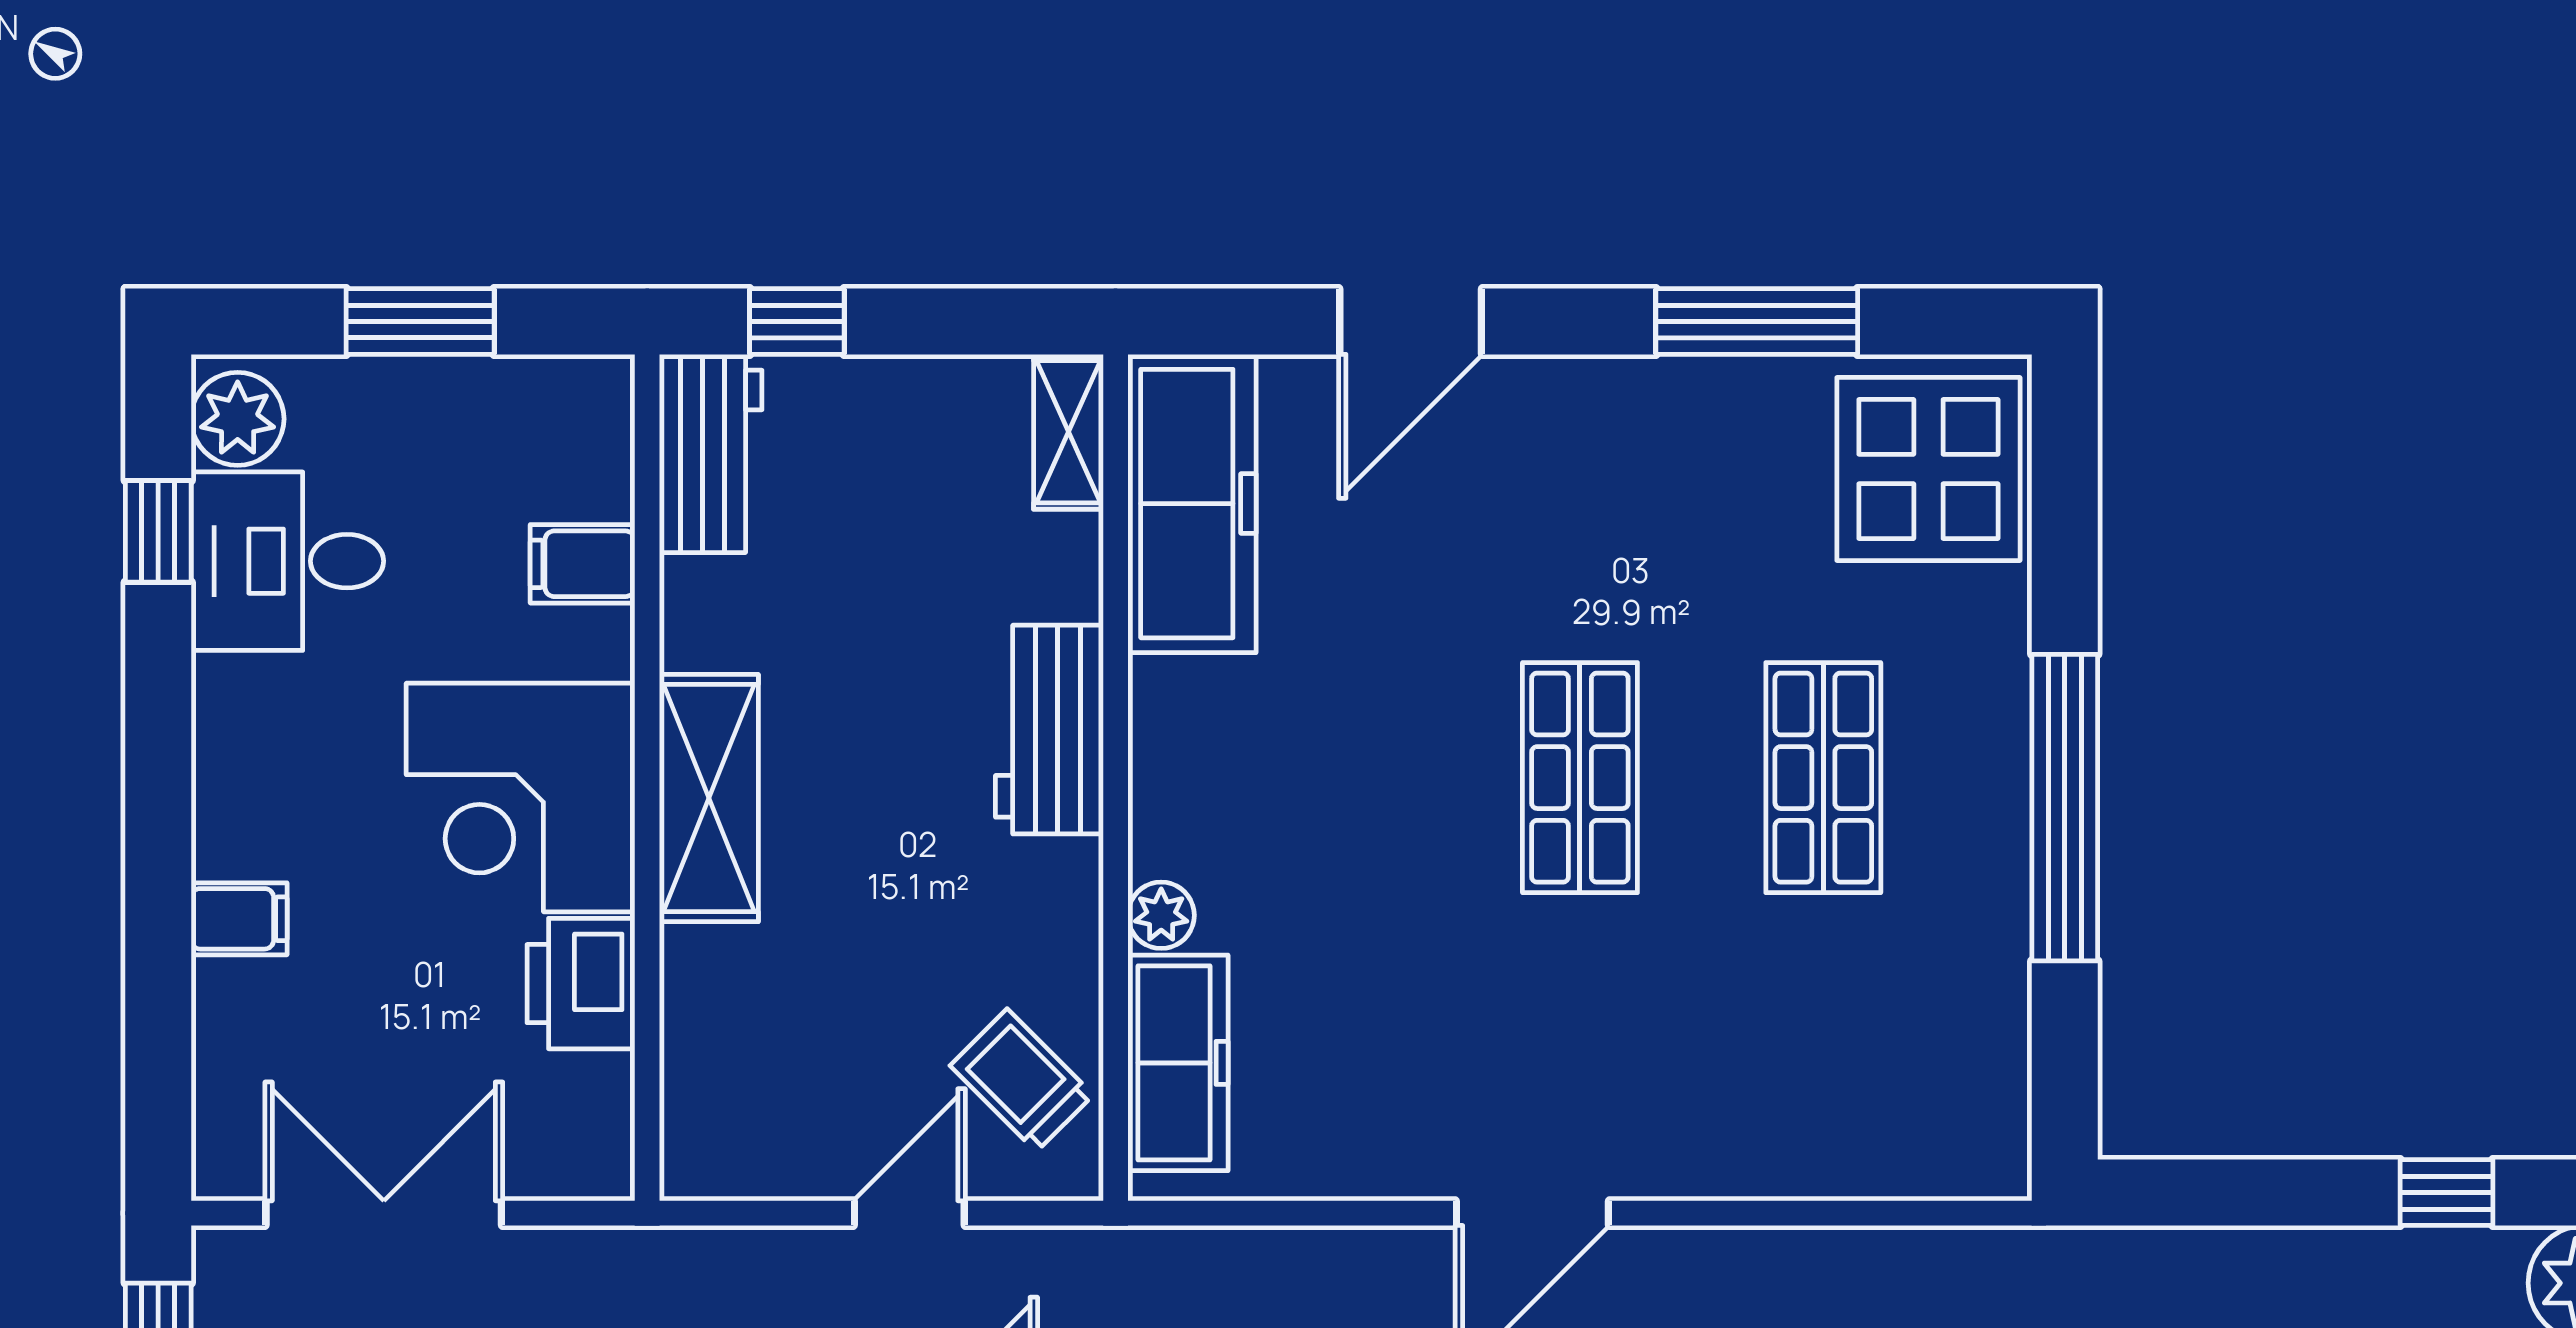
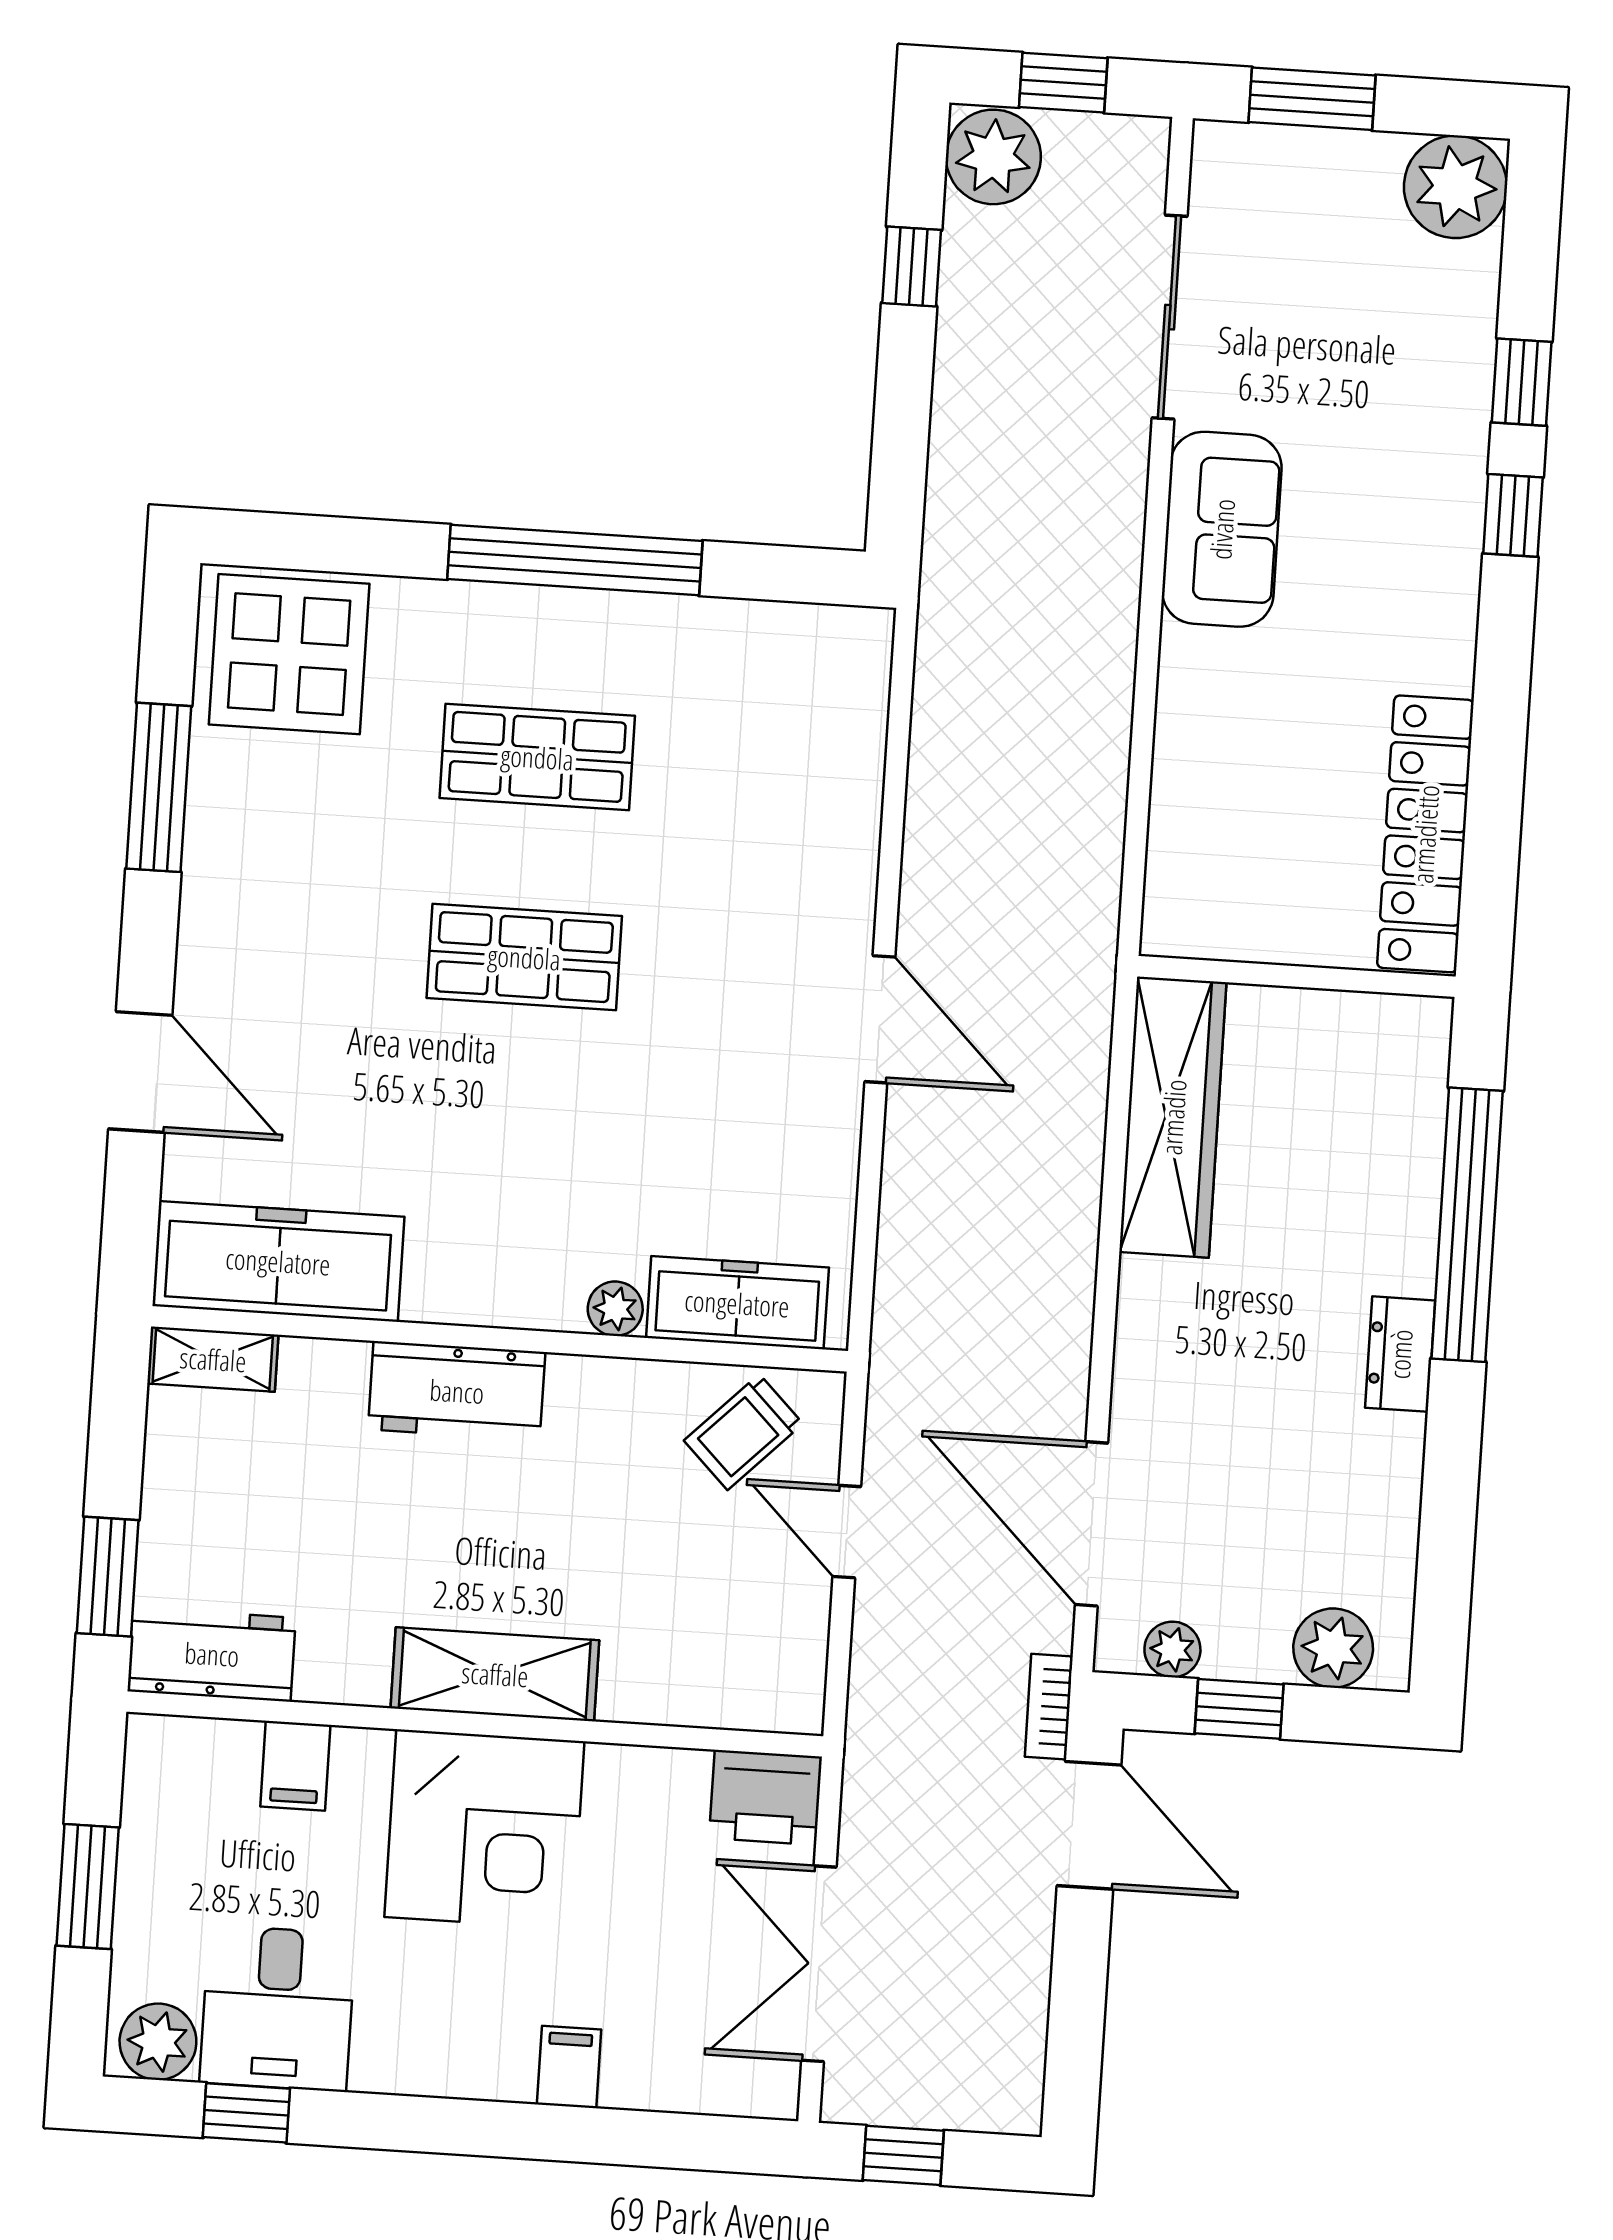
window: (797, 321) -> (108, 1577), width x1.50
printer: (581, 984) -> (766, 1797), moved

